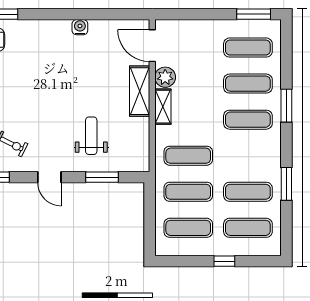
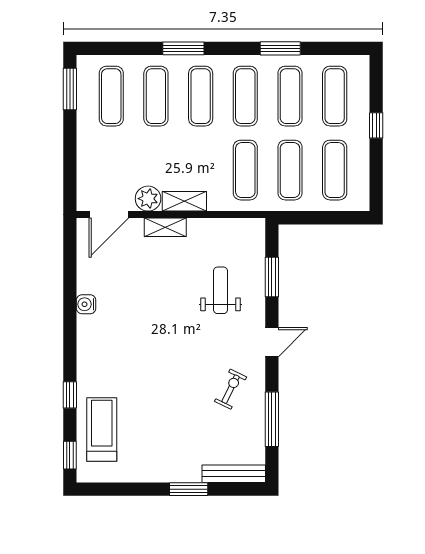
shelving: (140, 91) -> (165, 227), width x0.67, depth x0.75
weight bench: (91, 136) -> (221, 290), turned 90
exercise mat: (248, 156) -> (245, 96), added

